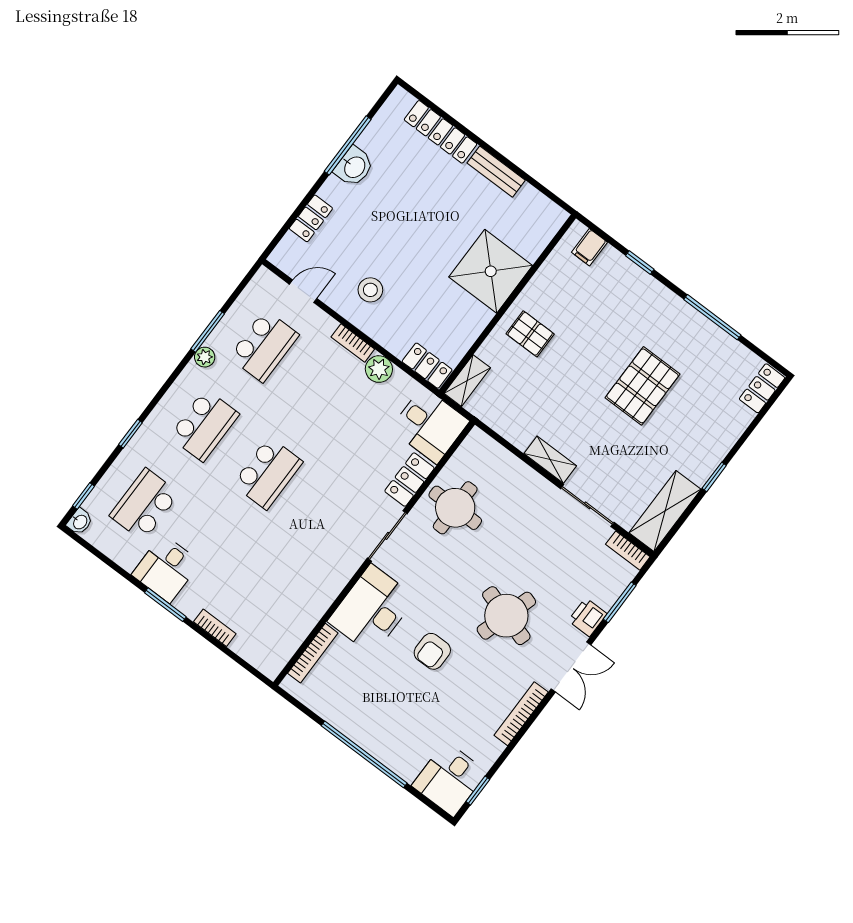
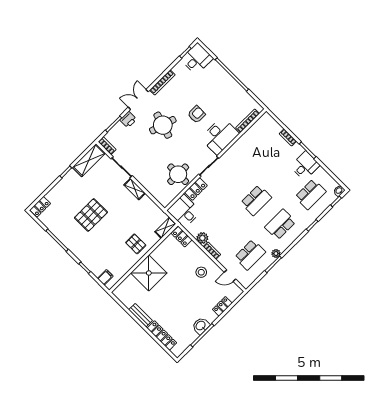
school desk: (264, 346) -> (250, 255), turned 180
school desk: (268, 473) -> (256, 200), turned 180

